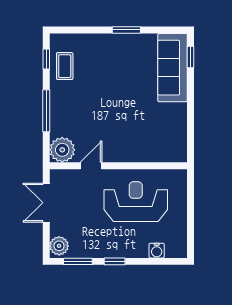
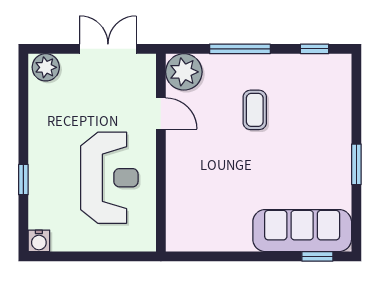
coffee table: (65, 66) -> (255, 110), moved, turned 90
water cooler: (157, 251) -> (39, 241), moved, turned -90
window: (78, 261) -> (23, 94), removed
window: (115, 261) -> (23, 180), moved

